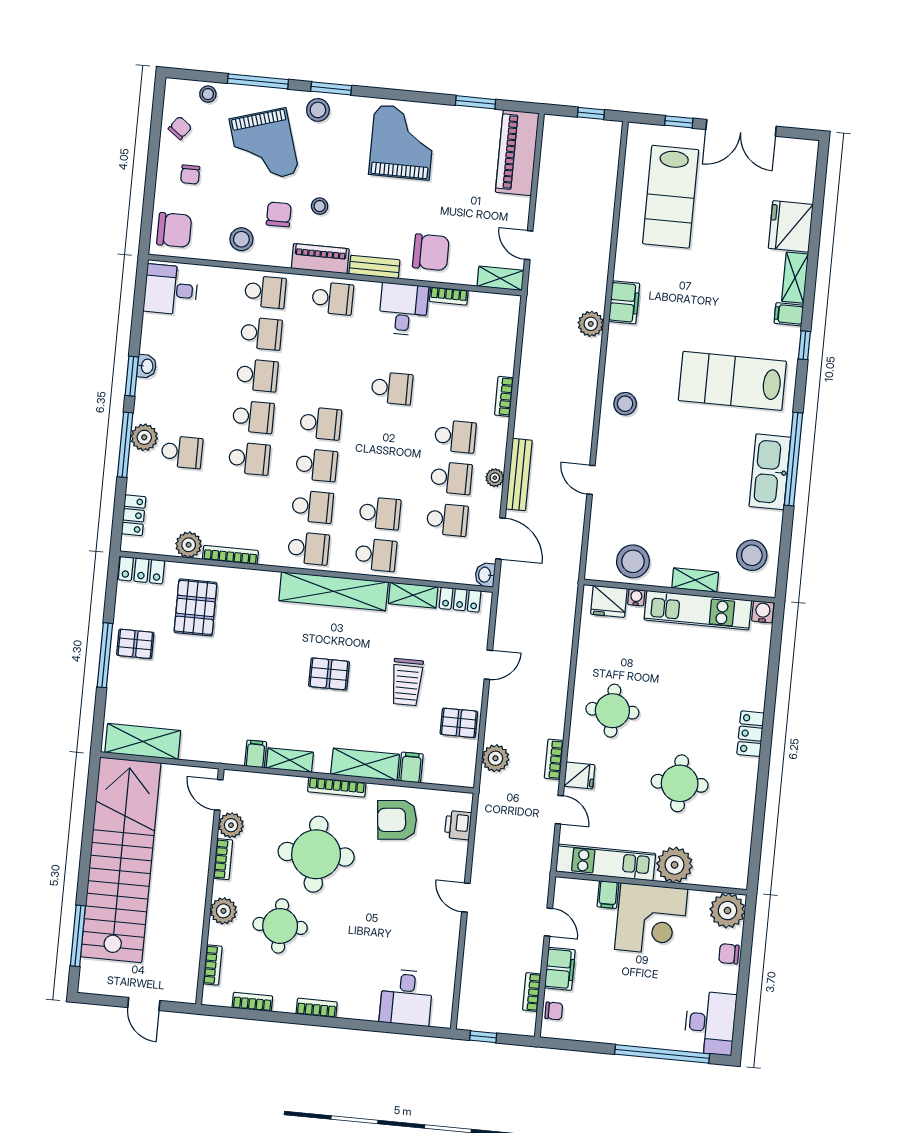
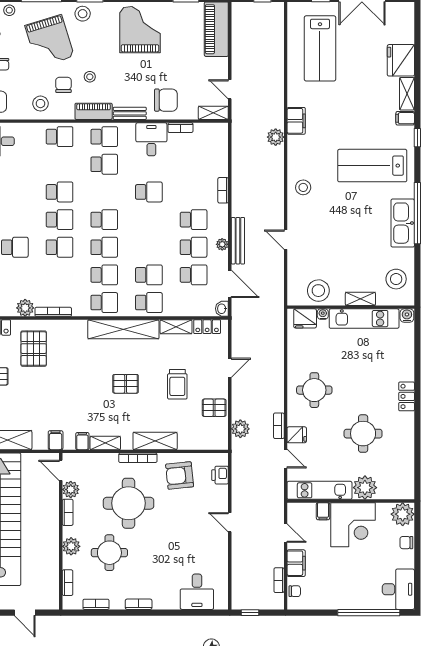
school desk: (261, 334) -> (104, 164), moved
filing cabinet: (411, 768) -> (56, 440), moved

